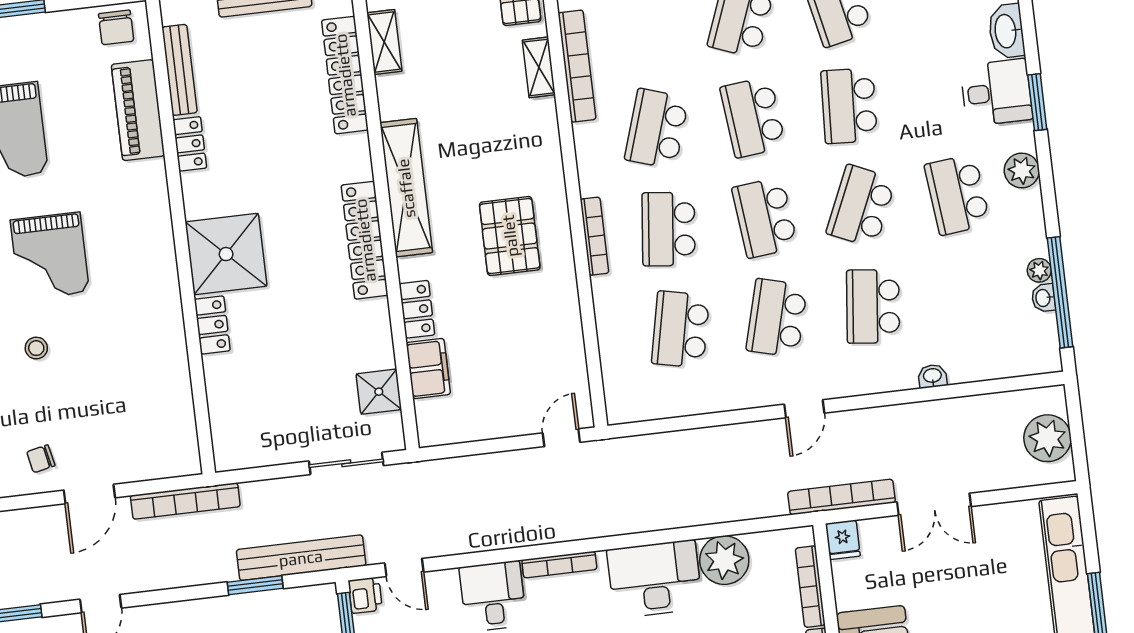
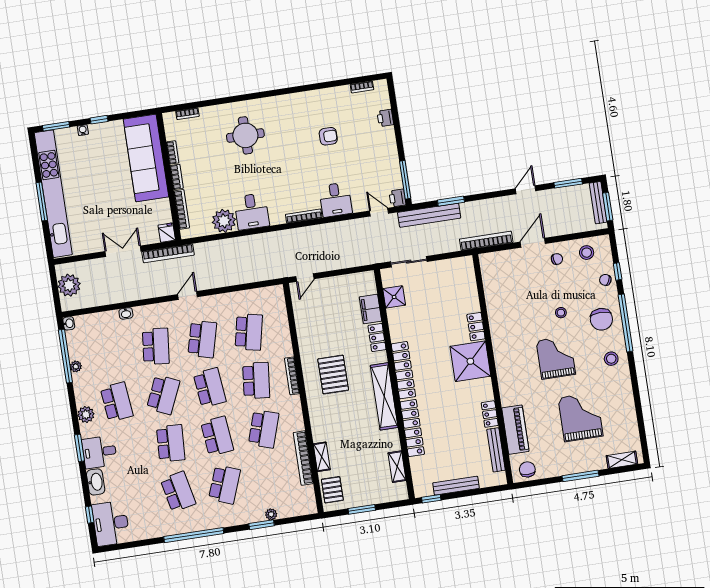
locker: (345, 75) -> (412, 428), moved
washbasin: (1043, 298) -> (69, 323), moved
desk: (655, 579) -> (252, 211), width x0.73

